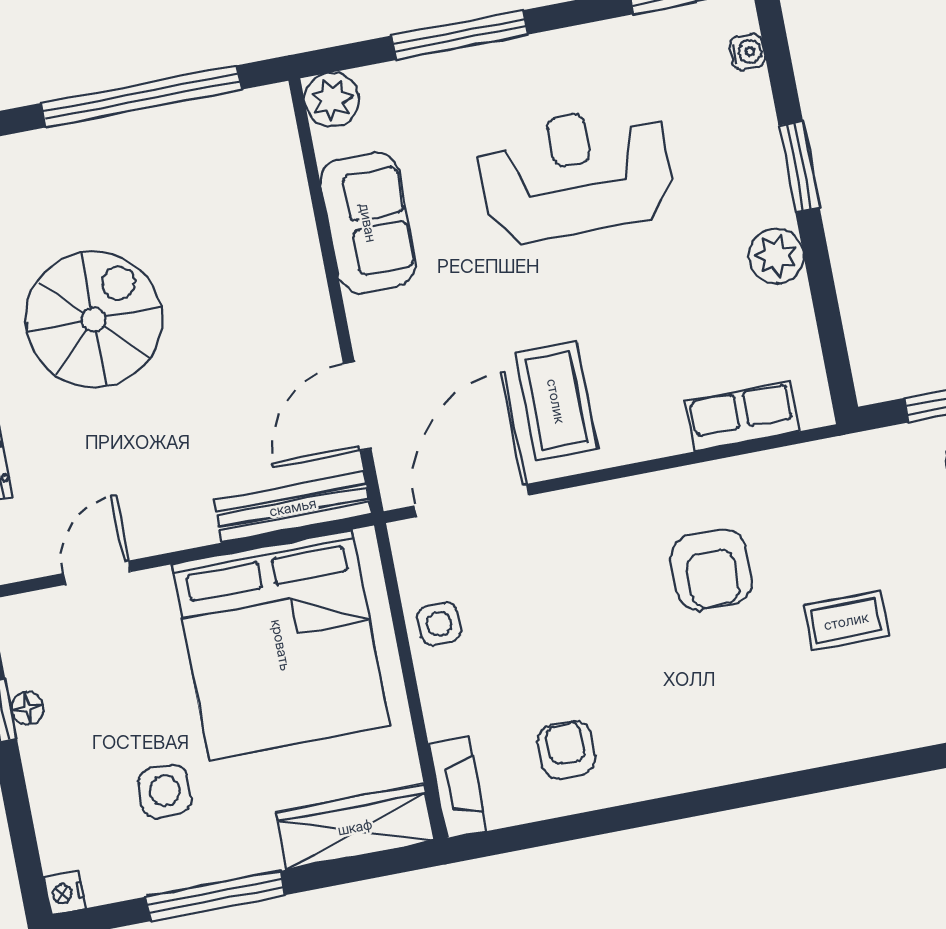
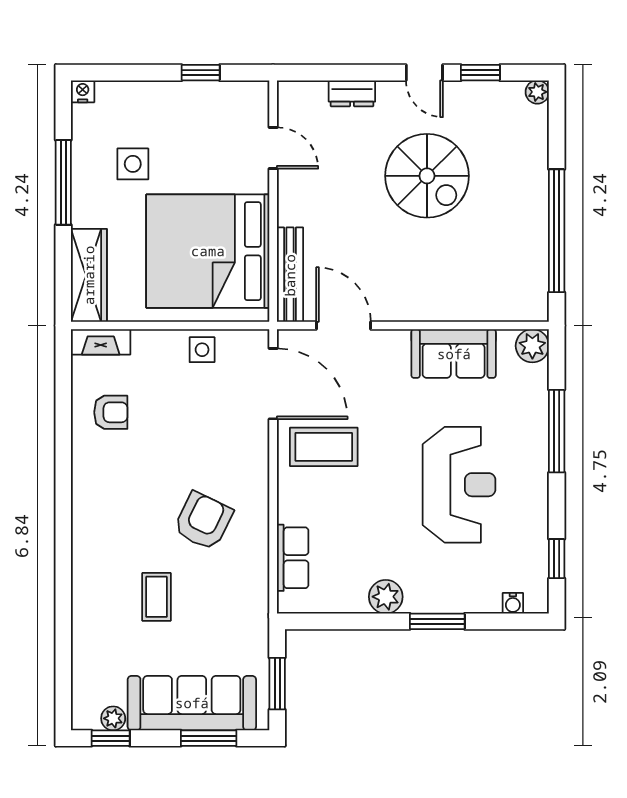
armchair: (711, 570) -> (203, 521), turned 116
floor lamp: (28, 708) -> (199, 90), removed

